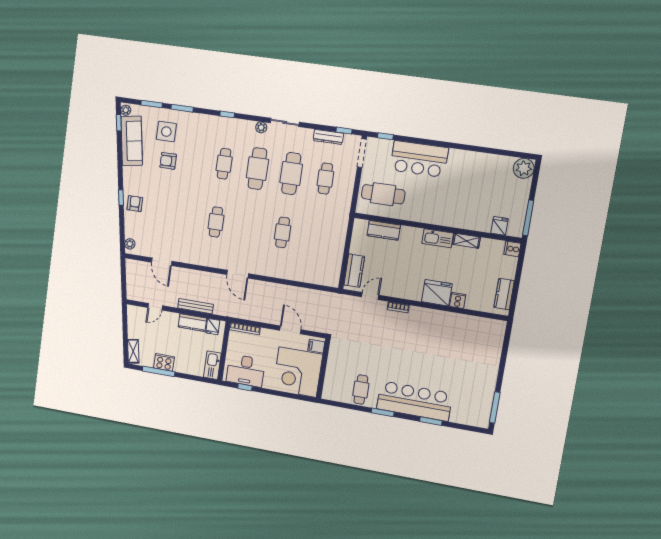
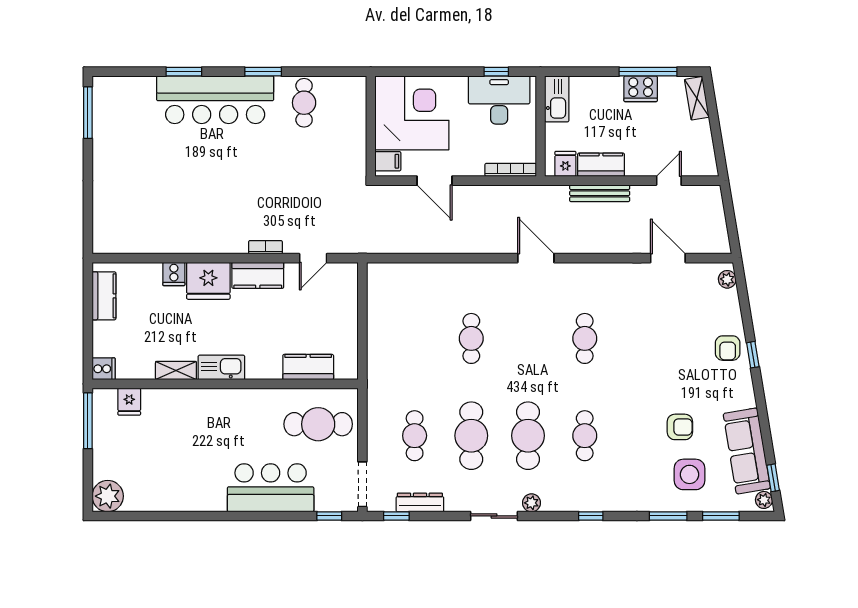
kitchen counter: (354, 271) -> (258, 275), moved, turned -90

